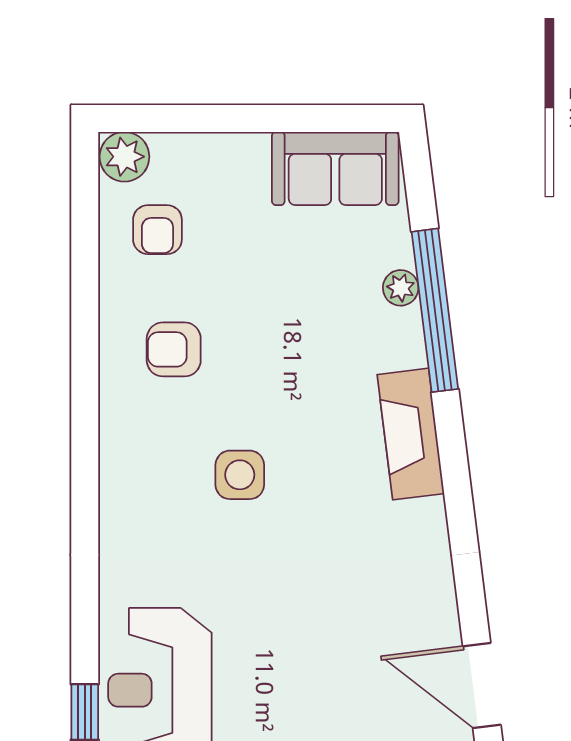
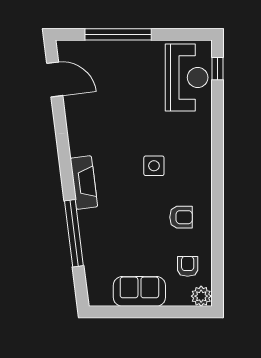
sofa: (335, 168) -> (139, 291), moved
plant: (401, 288) -> (88, 242), removed

